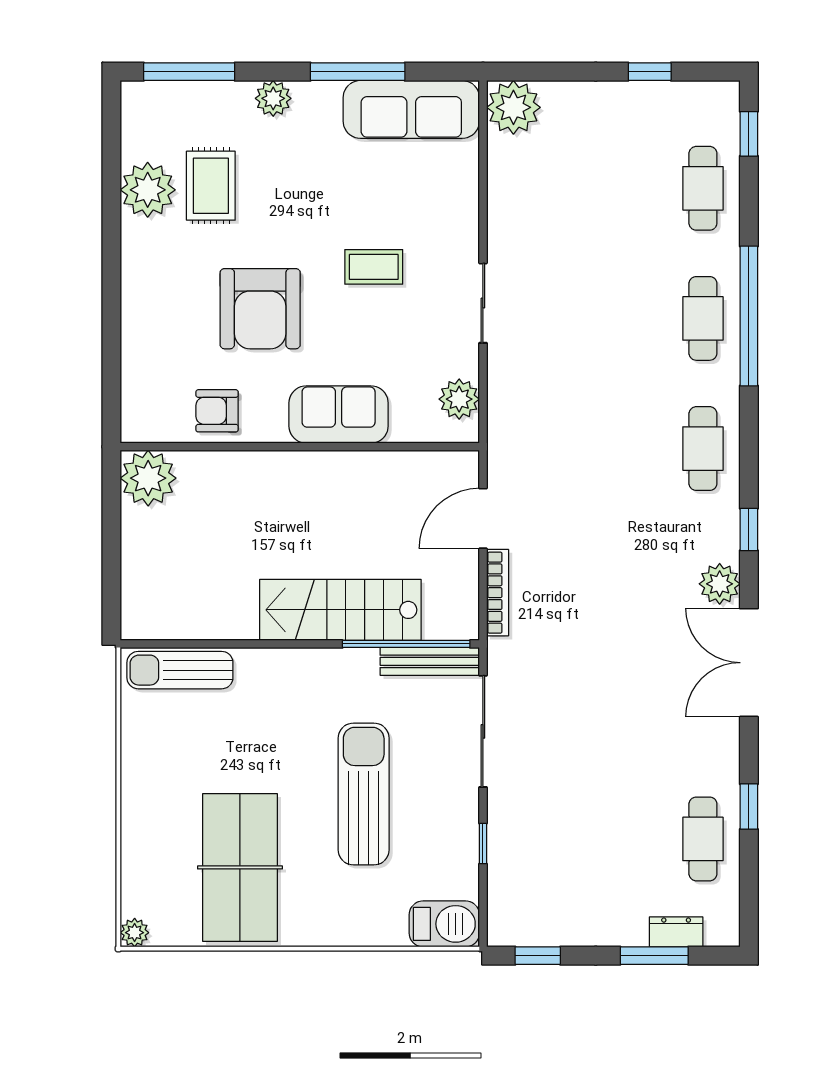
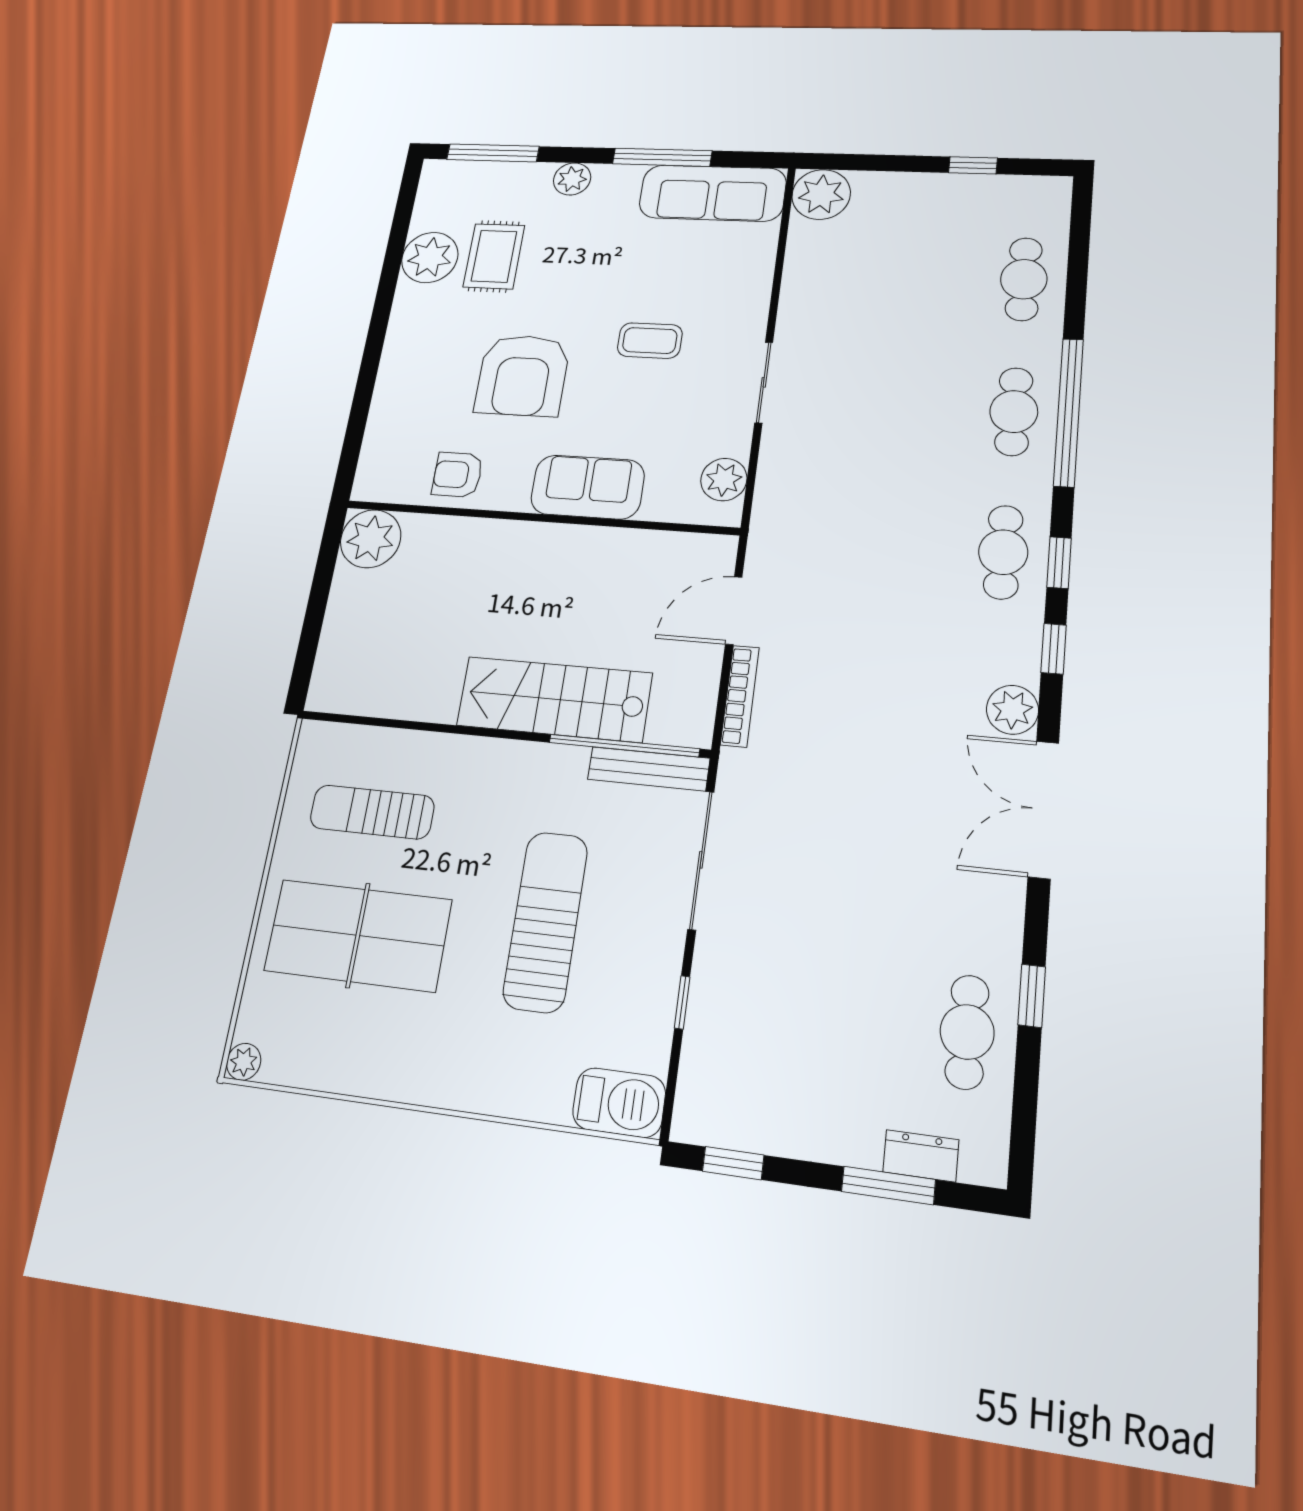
window: (749, 134) -> (1059, 563), moved
sun lounger: (180, 670) -> (372, 812), moved
table tennis table: (240, 867) -> (358, 935), moved, turned 90

